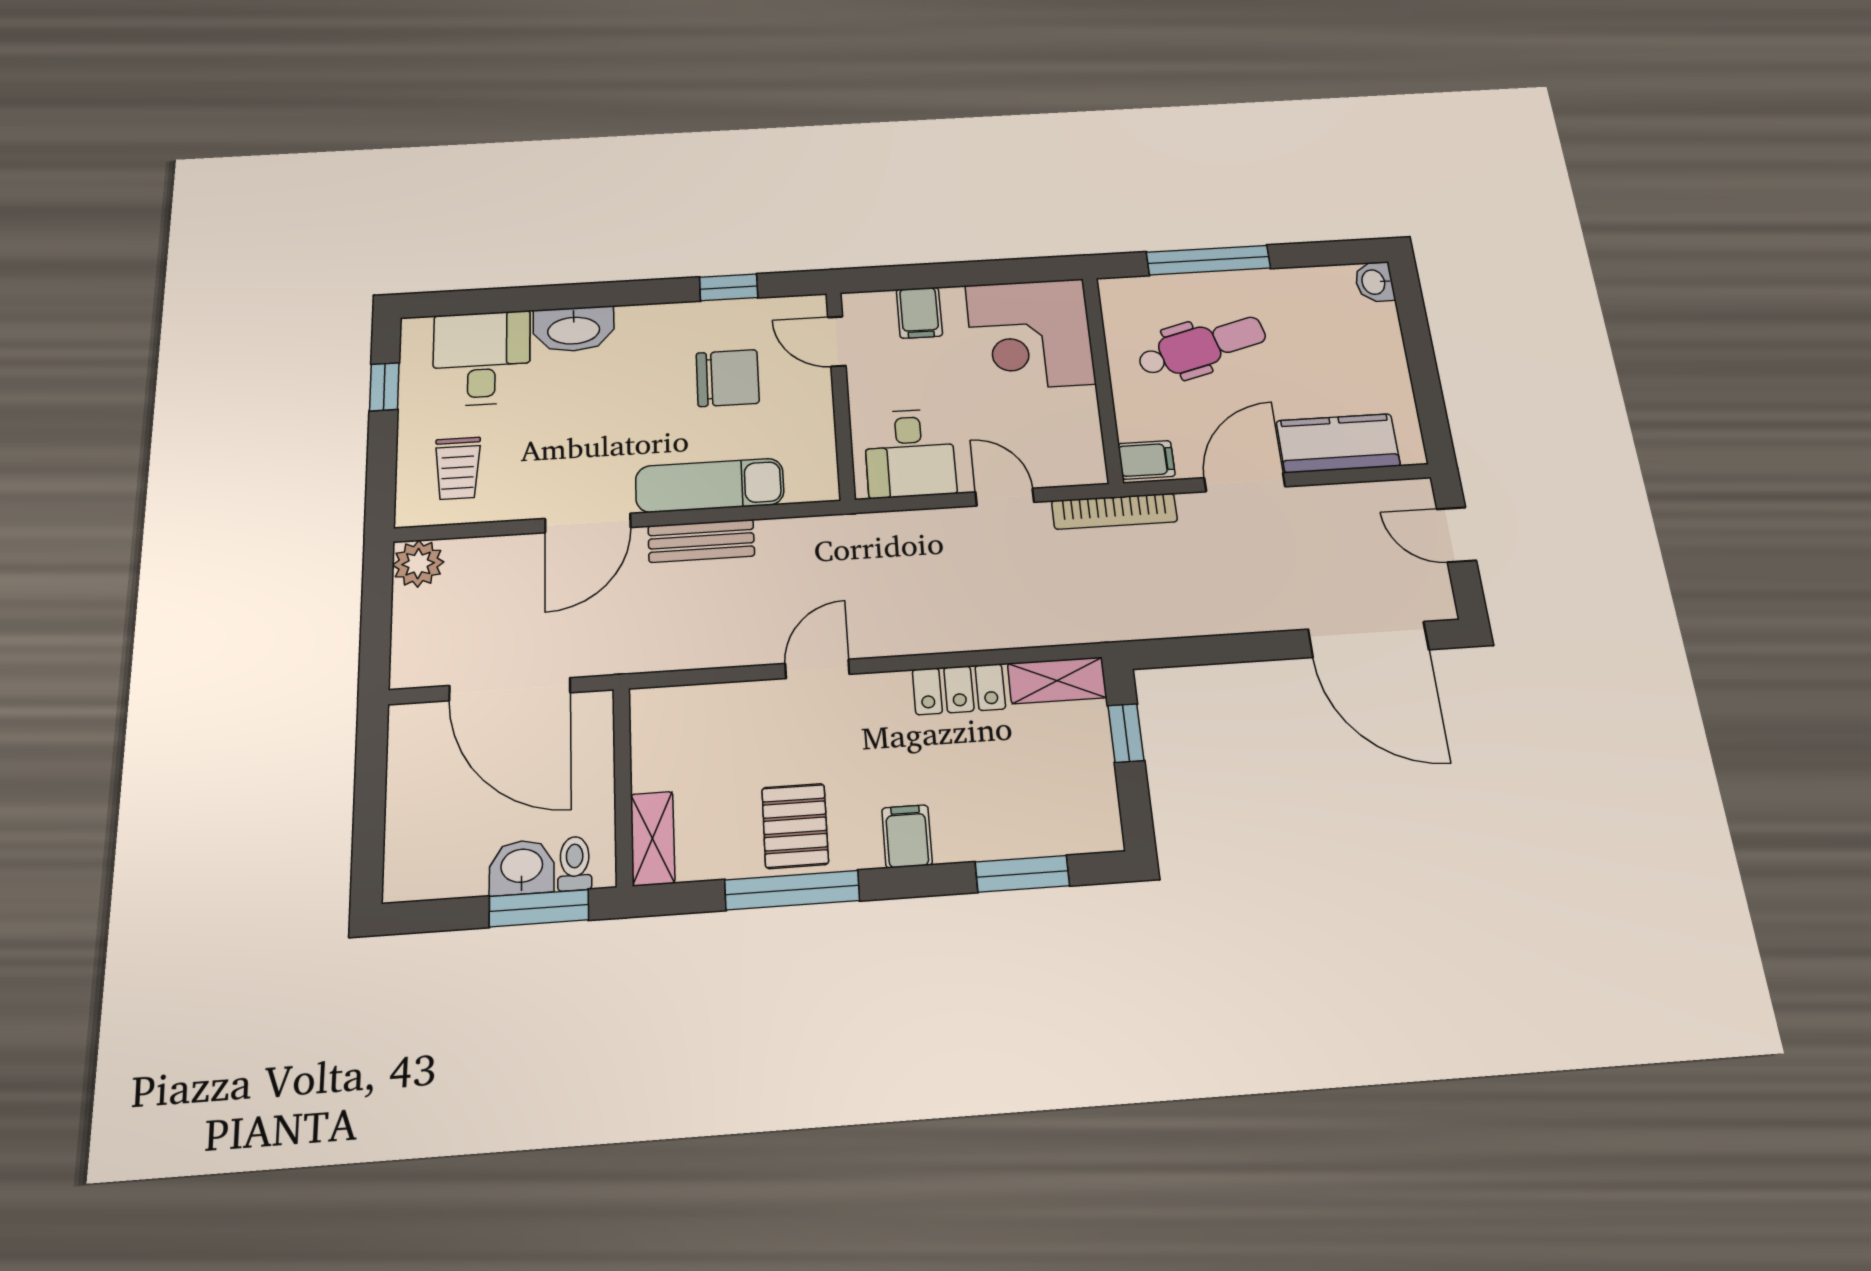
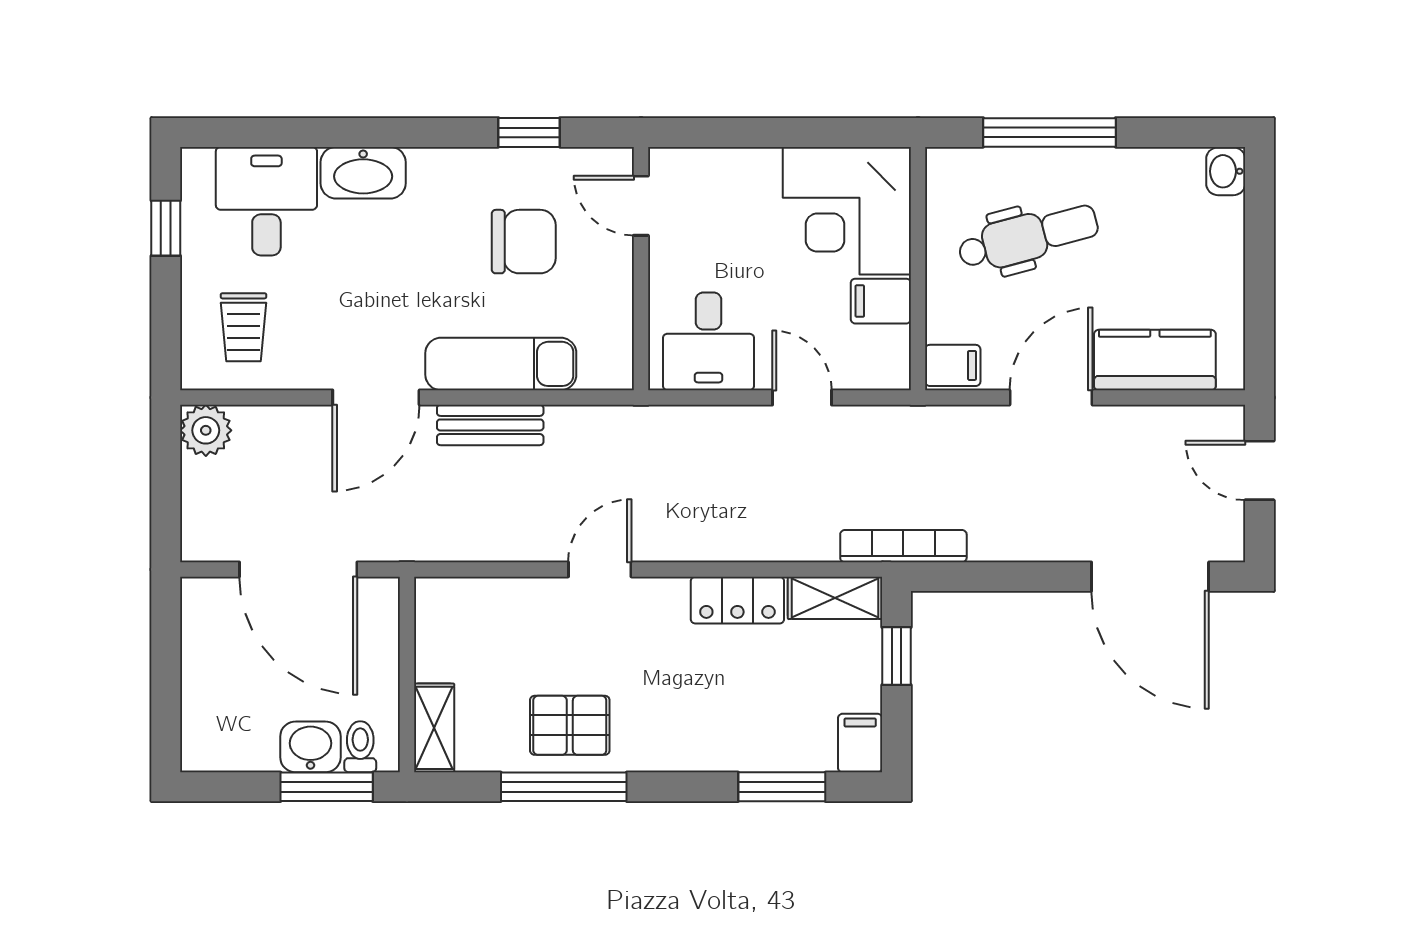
filing cabinet: (919, 313) -> (881, 301), moved, turned 90
bookcase: (1114, 511) -> (903, 546), moved, turned 180
pallet: (795, 826) -> (570, 725), turned 90
filing cabinet: (907, 836) -> (860, 743), moved

